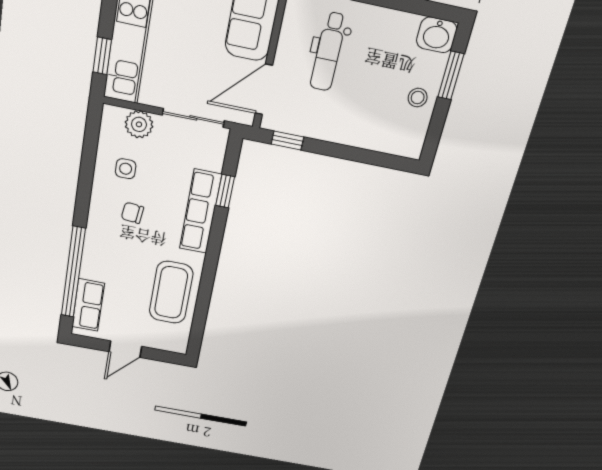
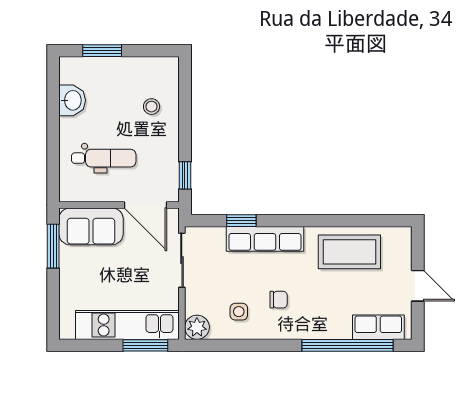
washbasin: (437, 35) -> (72, 100), moved
window: (102, 56) -> (145, 345), width x1.50
stool: (418, 98) -> (152, 107), moved
plant: (139, 124) -> (197, 327), moved
chair: (132, 213) -> (279, 300), turned -96

